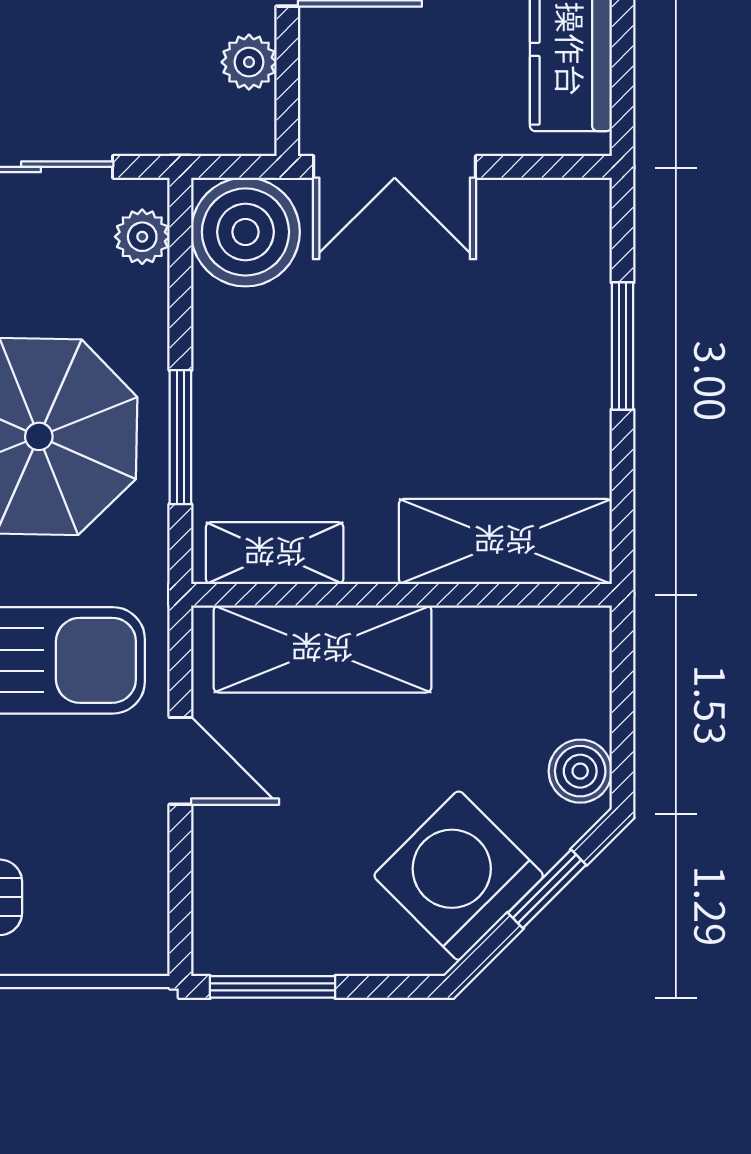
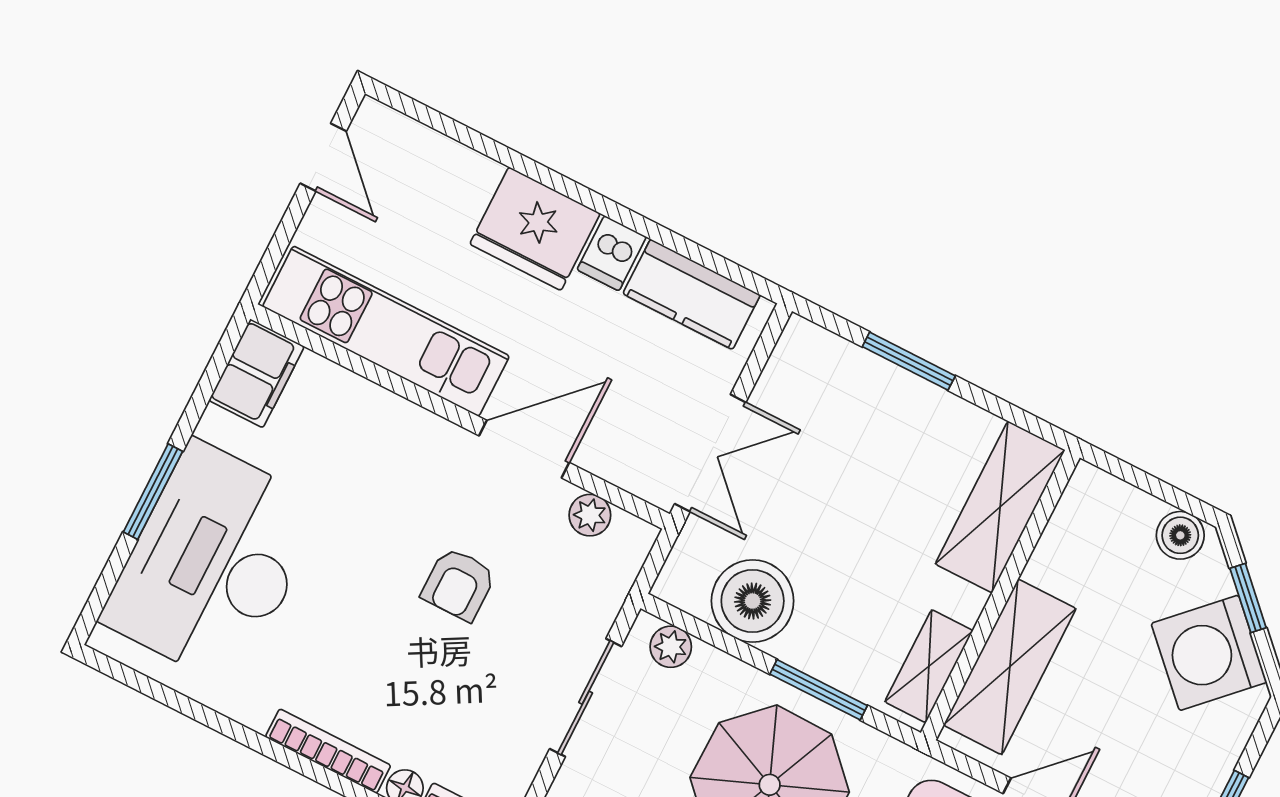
boiler: (245, 232) -> (753, 601), moved

